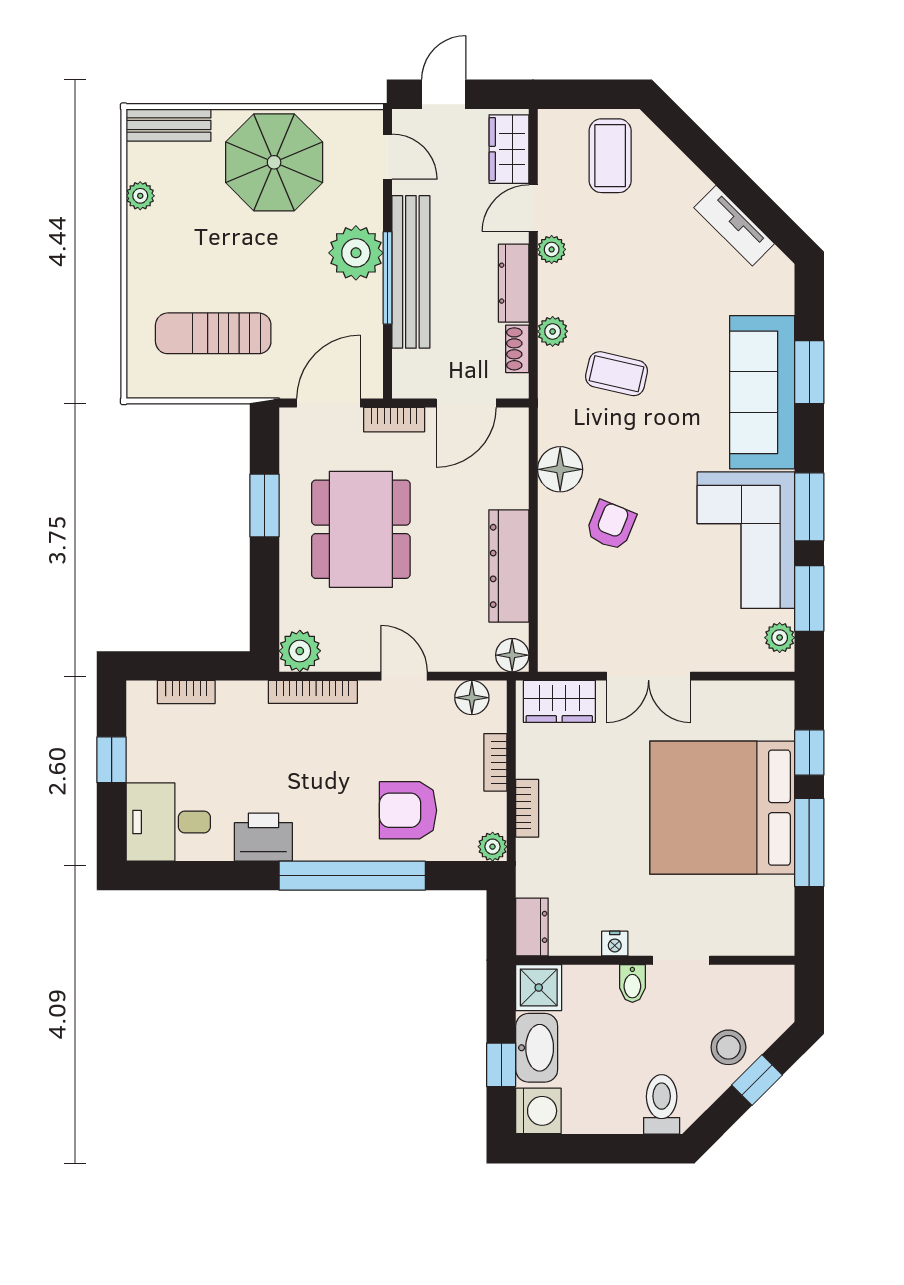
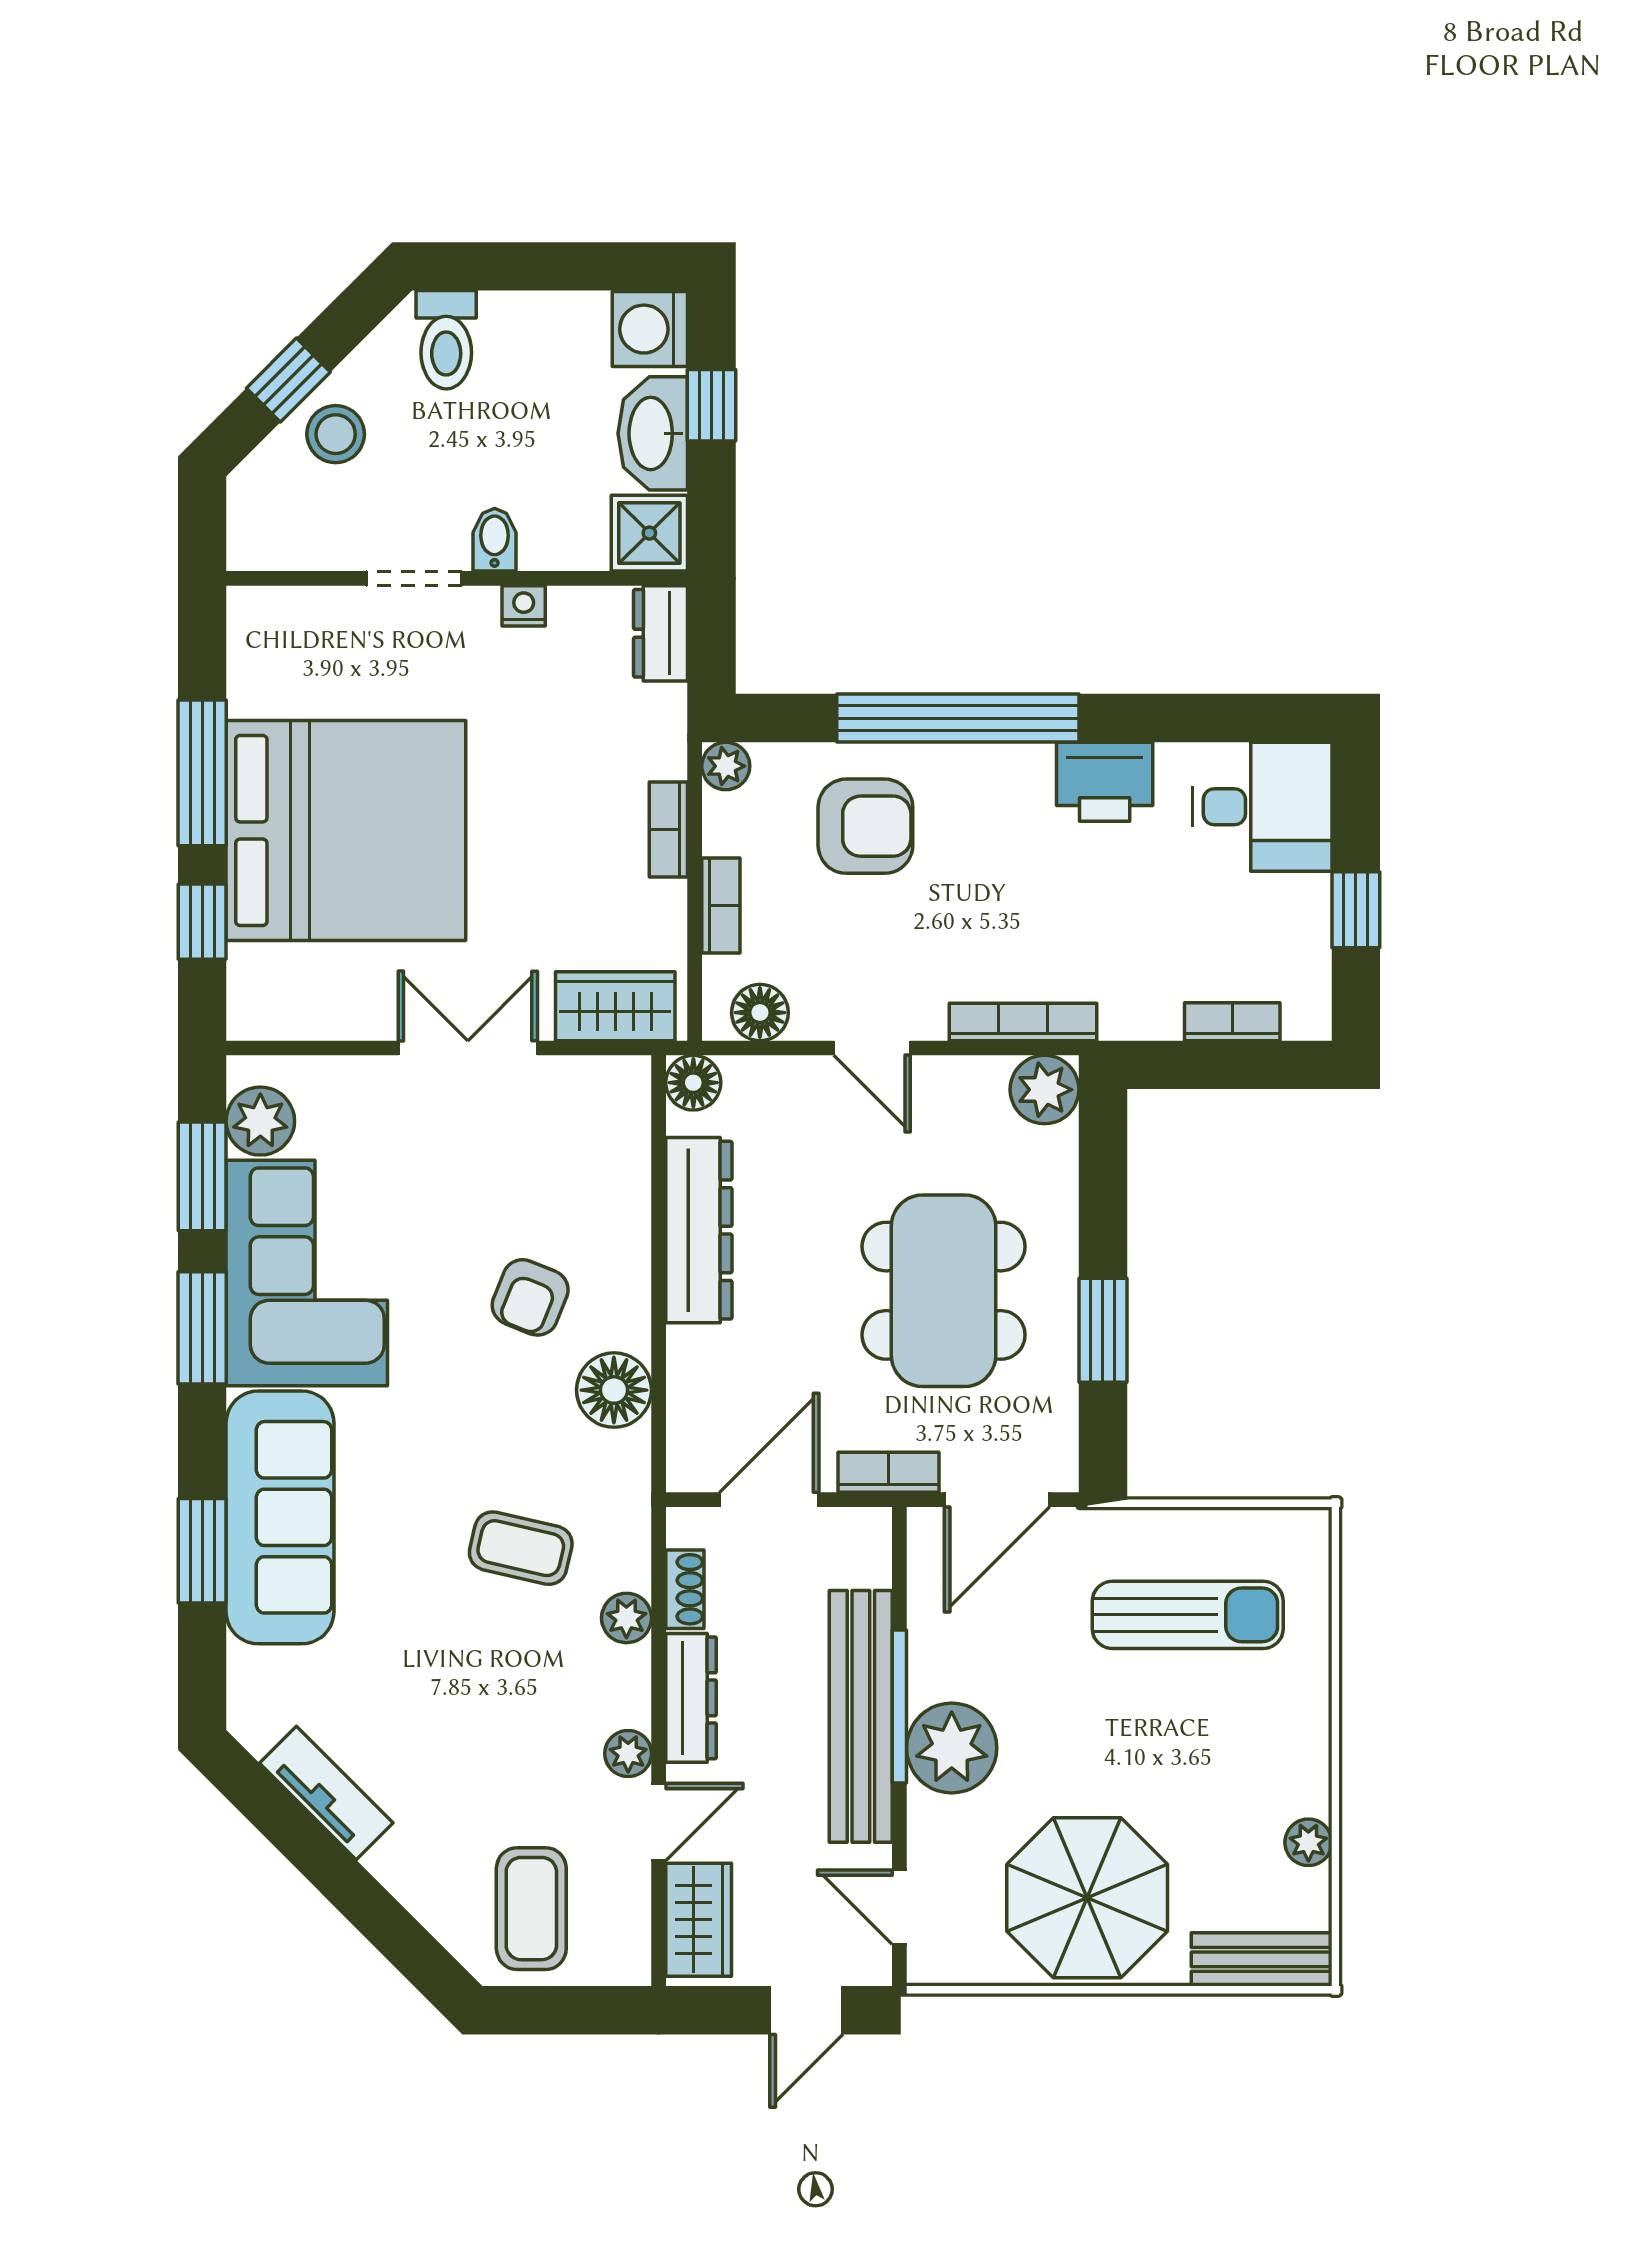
plant: (780, 638) -> (260, 1121), width x1.38, depth x1.38

